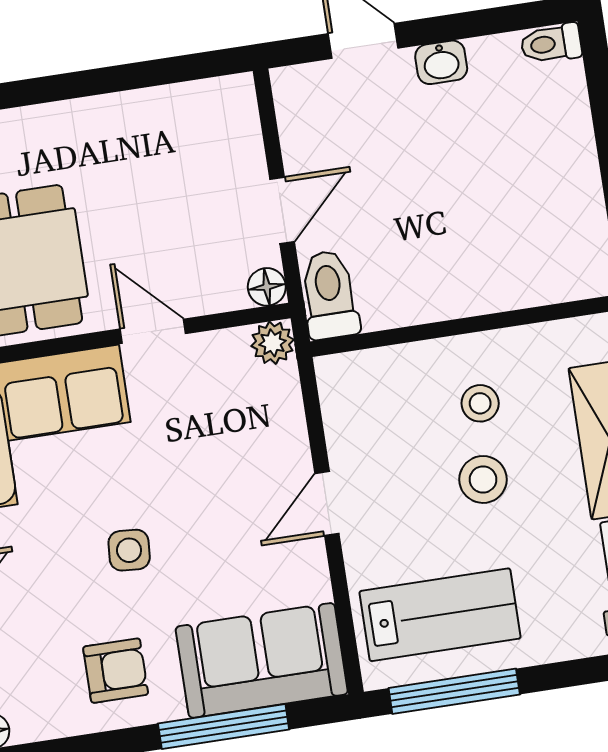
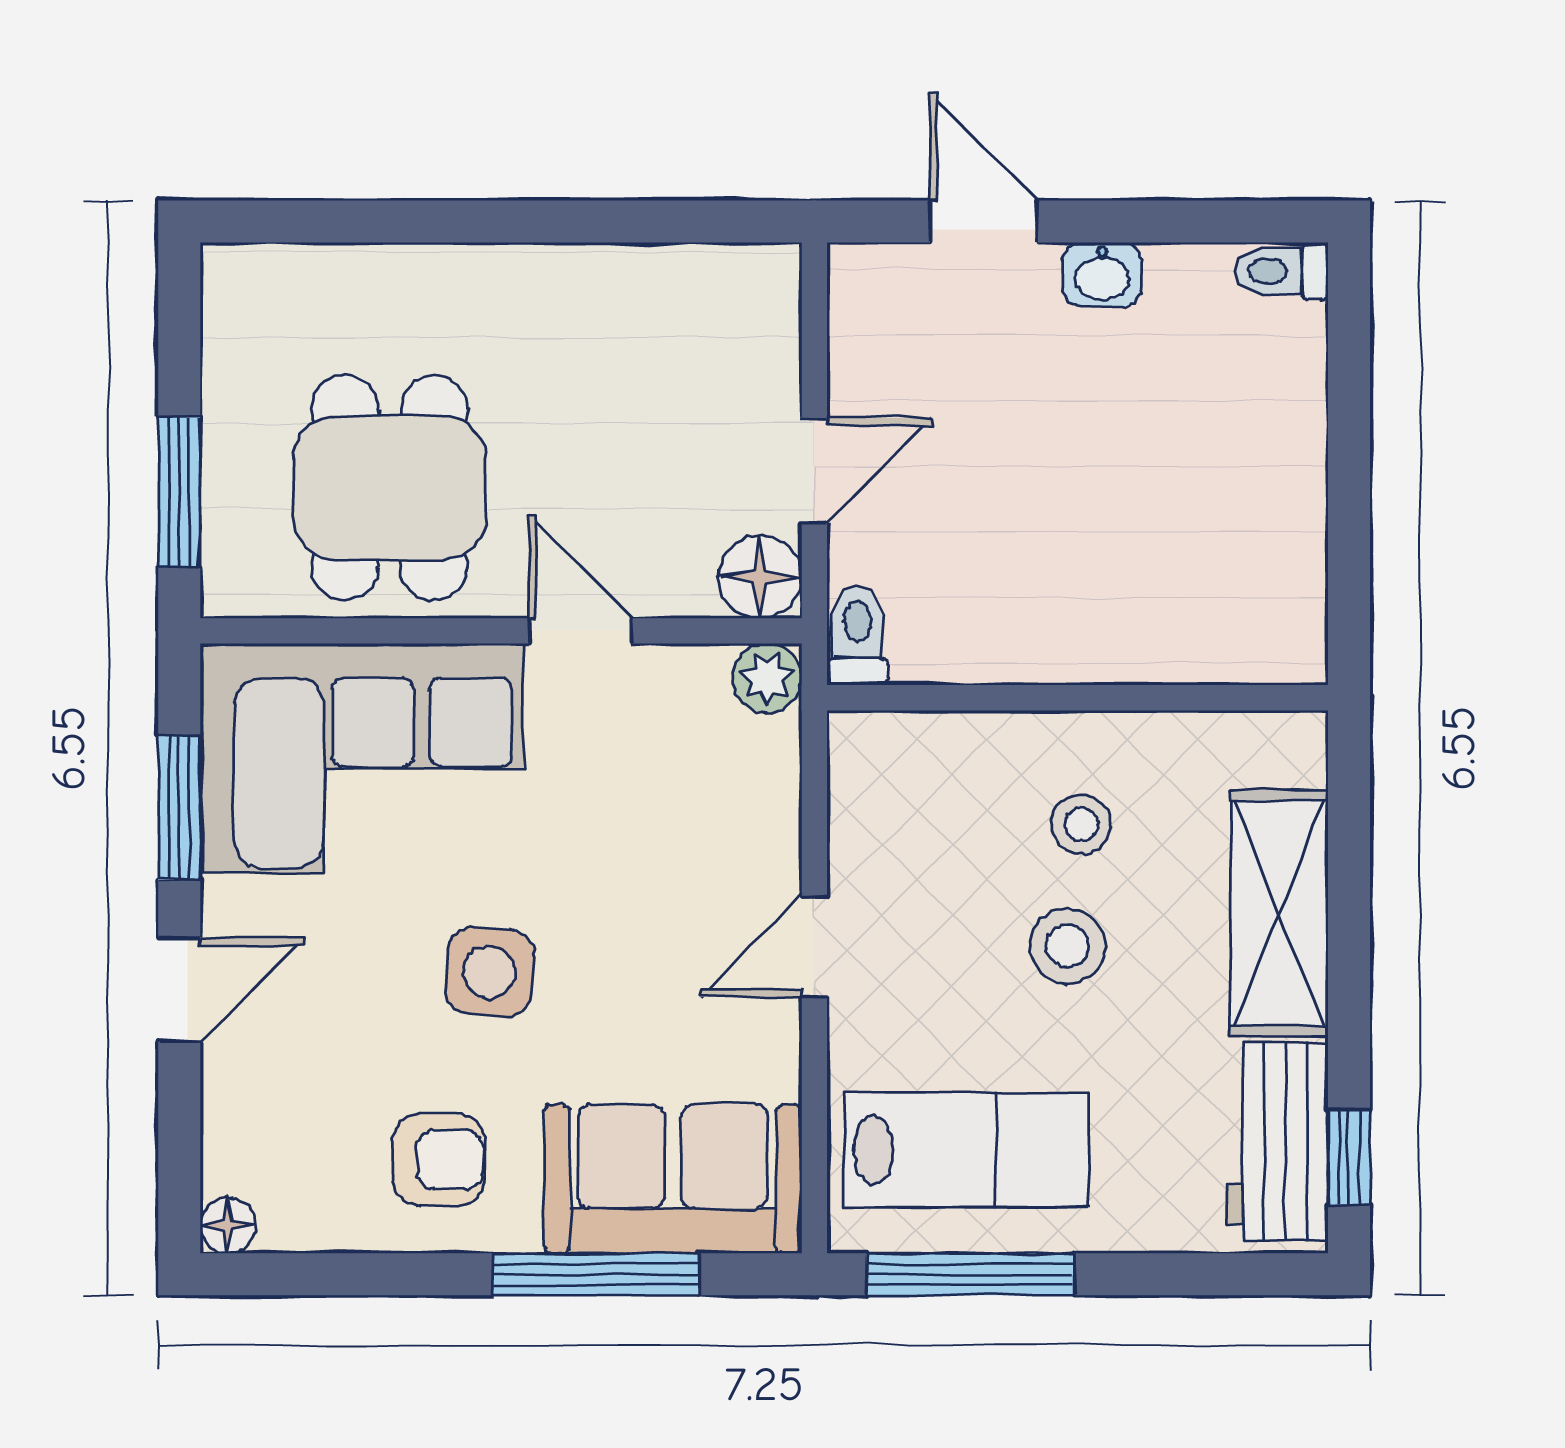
floor lamp: (267, 287) -> (760, 577), width x1.37, depth x1.37
toilet: (329, 295) -> (857, 635), width x0.73, depth x0.72
side table: (129, 550) -> (489, 972), width x1.37, depth x1.37

